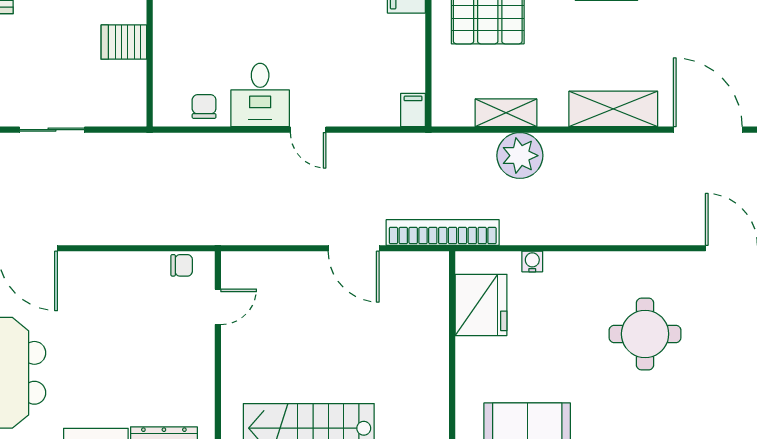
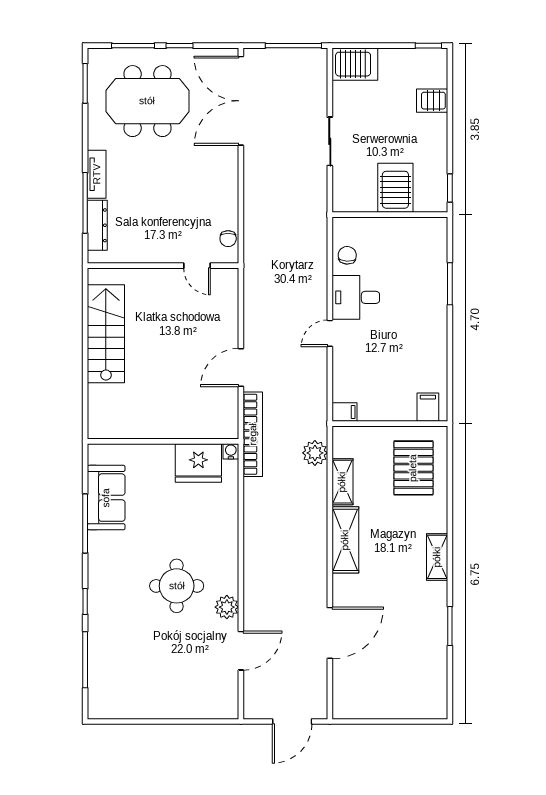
server rack: (124, 42) -> (395, 188), width x1.36, depth x1.44
chair: (204, 106) -> (347, 255), turned -87
shelving: (613, 109) -> (345, 540), moved
plant: (520, 156) -> (315, 453), moved, width x0.73, depth x0.73
water cooler: (532, 262) -> (231, 451), moved, turned -90
plant: (673, 267) -> (227, 607), added

